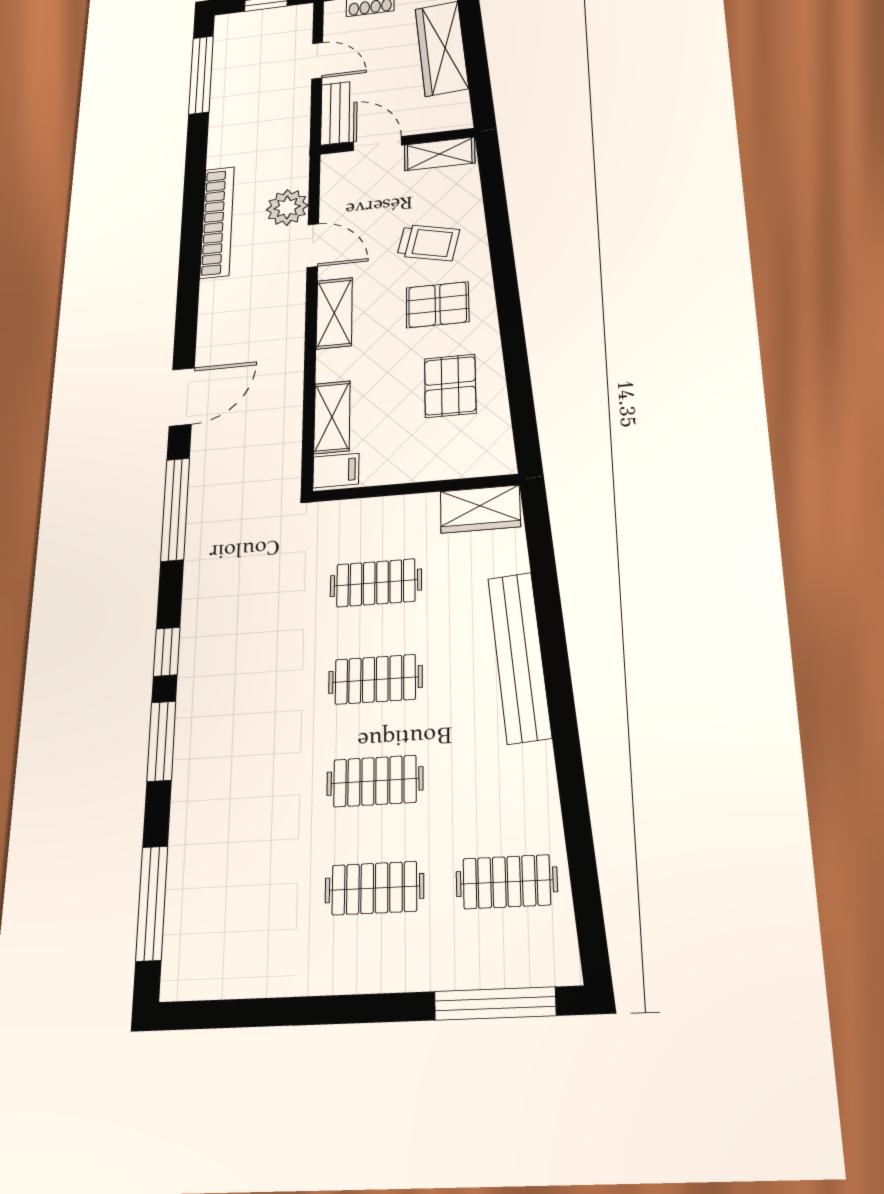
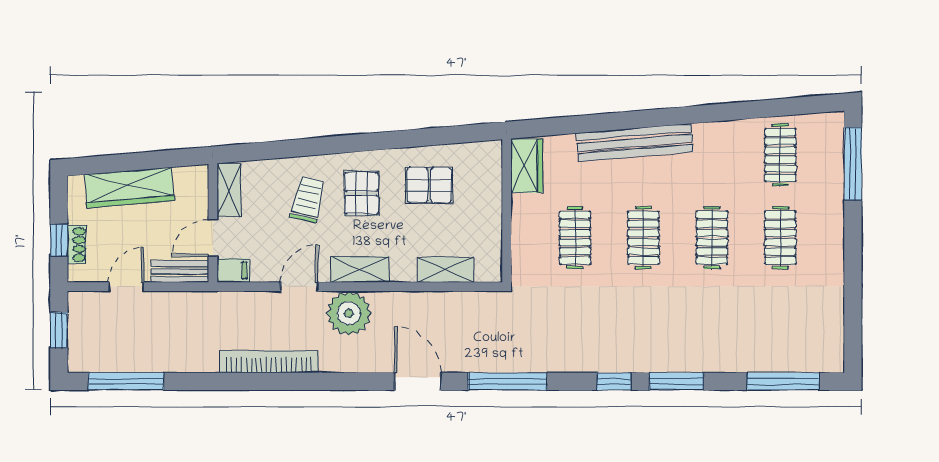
plant: (287, 207) -> (349, 313), moved, width x1.36, depth x1.36
filing cabinet: (336, 470) -> (233, 270), moved, turned 90

